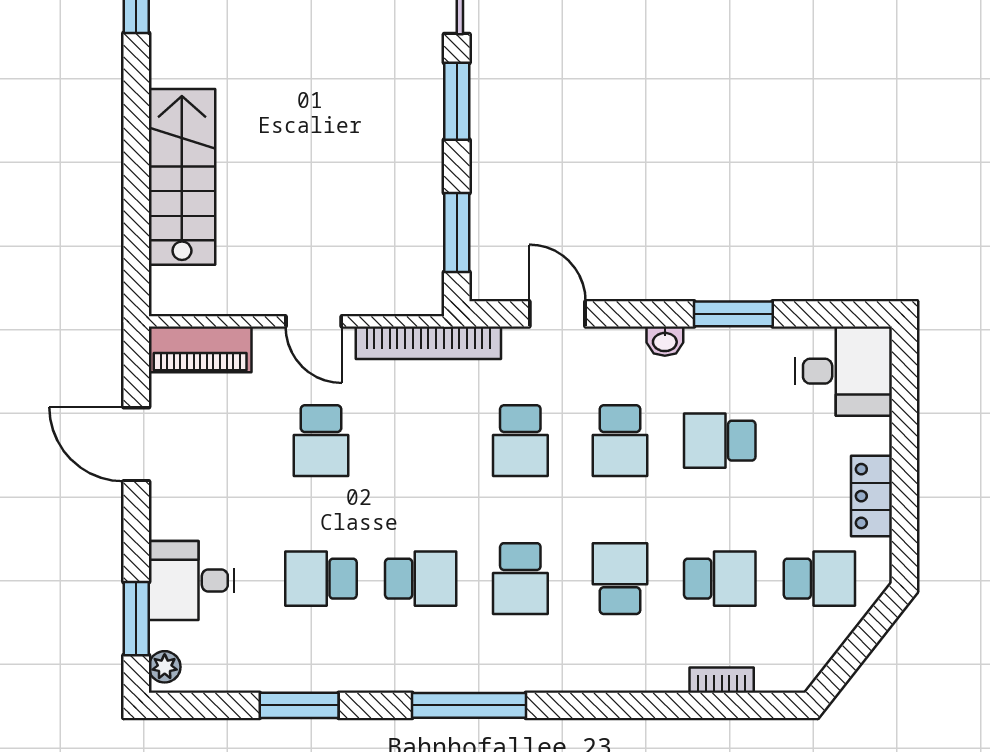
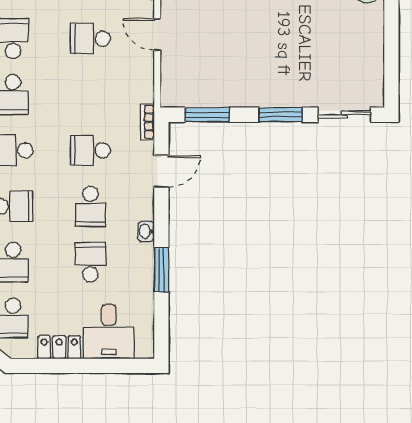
door: (314, 321) -> (157, 34), hinge flipped
bookcase: (428, 343) -> (147, 122), width x0.43, depth x0.76
desk: (844, 371) -> (109, 332), moved
school desk: (620, 441) -> (90, 206), turned -90

